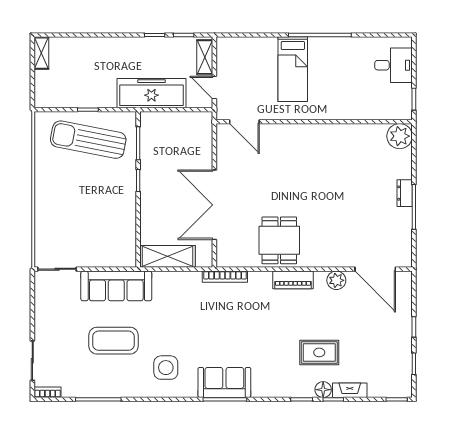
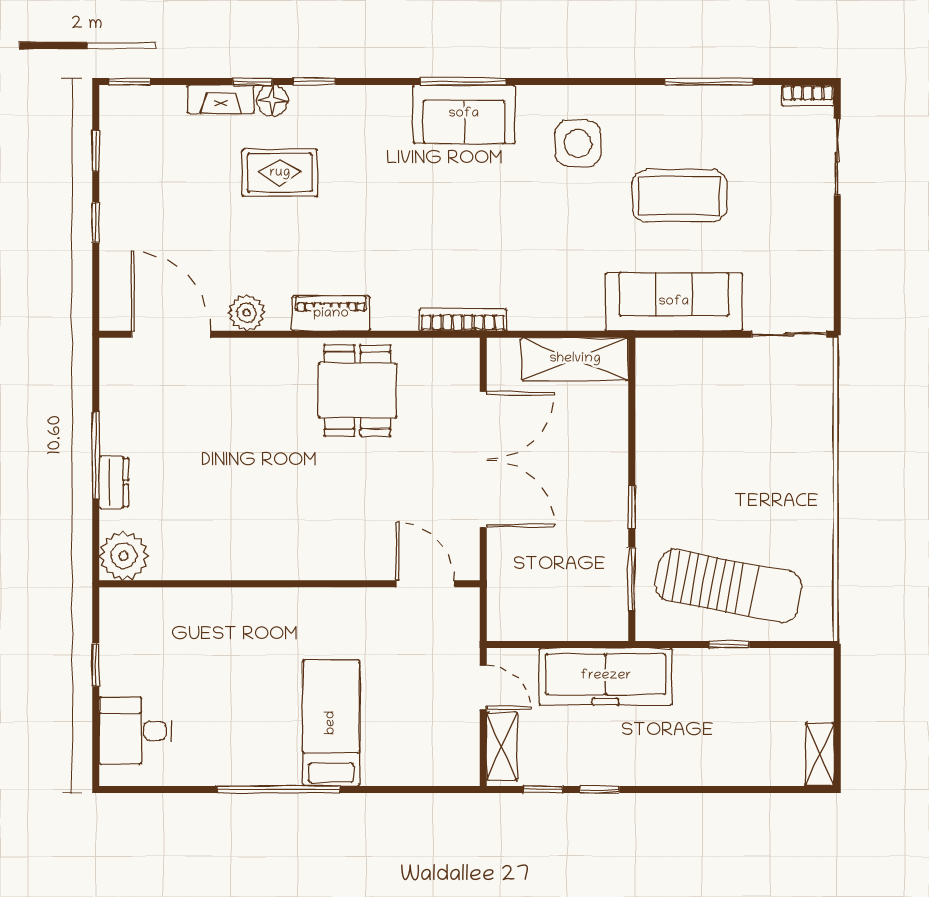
door: (244, 122) -> (425, 584), moved
wall: (314, 122) -> (290, 584), moved
plant: (400, 136) -> (124, 556), moved

